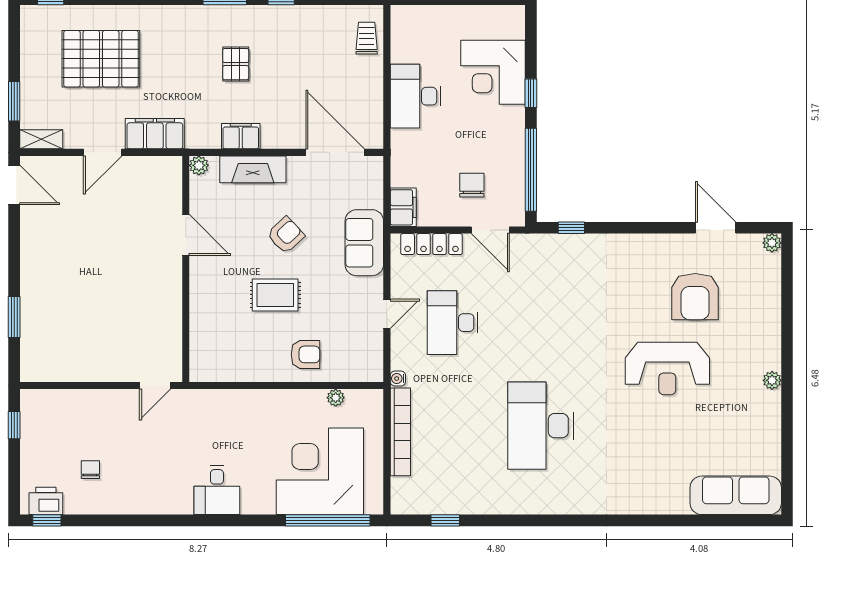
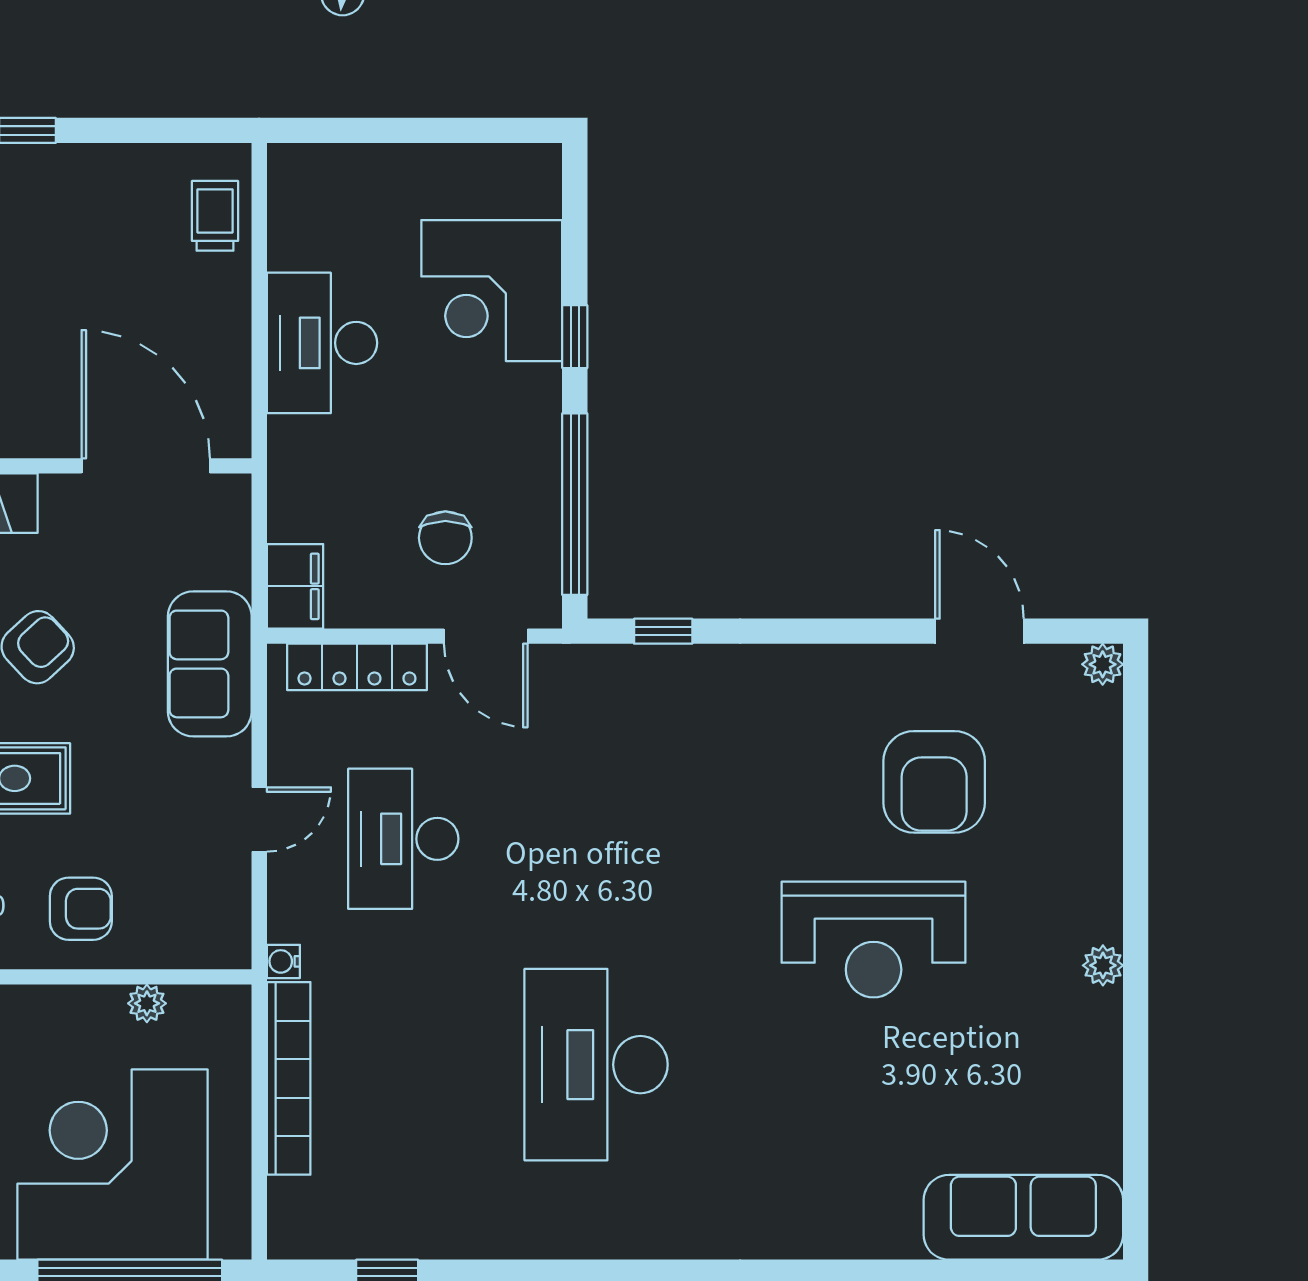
chair: (472, 185) -> (445, 538), turned 180

